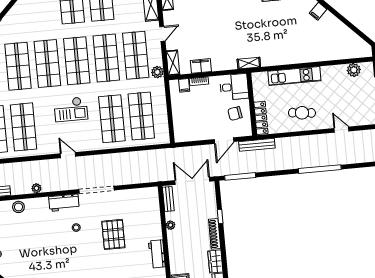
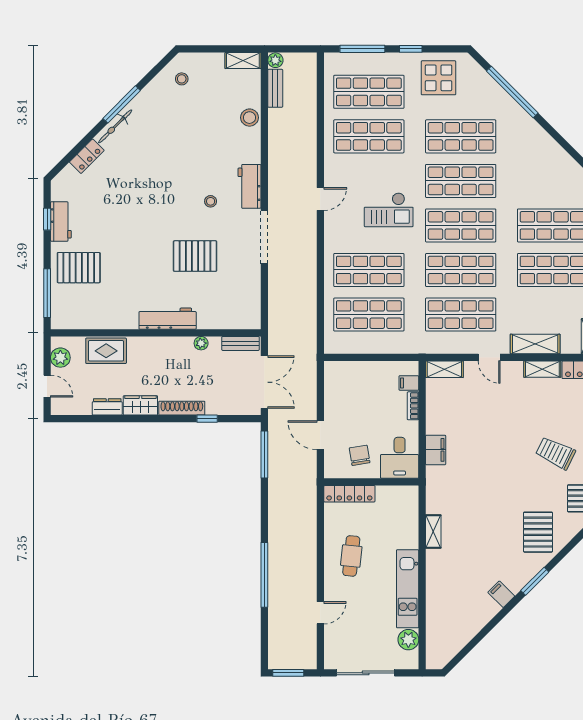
shelving: (249, 63) -> (433, 532), moved
filing cabinet: (201, 66) -> (436, 450), moved
plant: (157, 72) -> (432, 345), removed
kitchen unit: (294, 76) -> (408, 589), moved
checkout: (71, 109) -> (389, 210), turned -90
bench: (257, 145) -> (309, 484), removed
plant: (36, 188) -> (275, 147), removed
workbench: (157, 254) -> (168, 319), width x1.38

